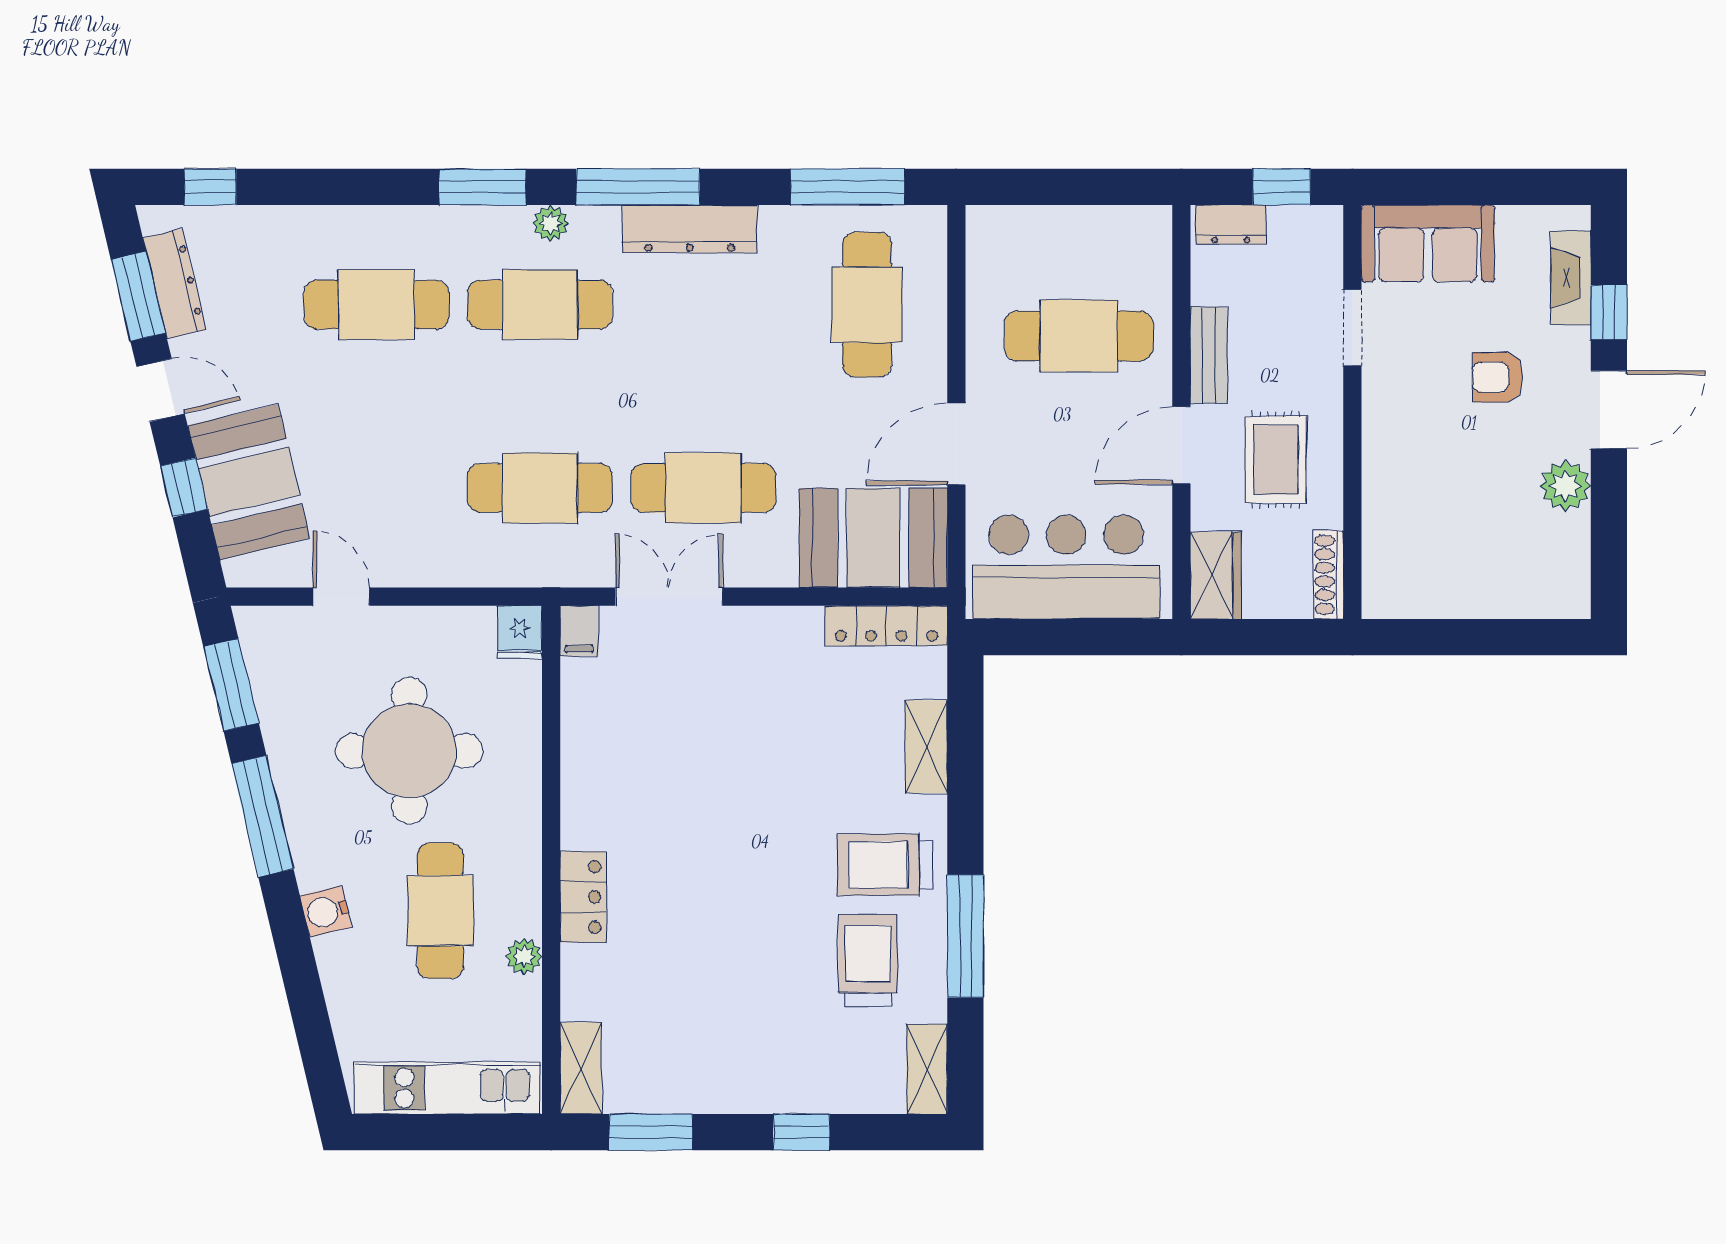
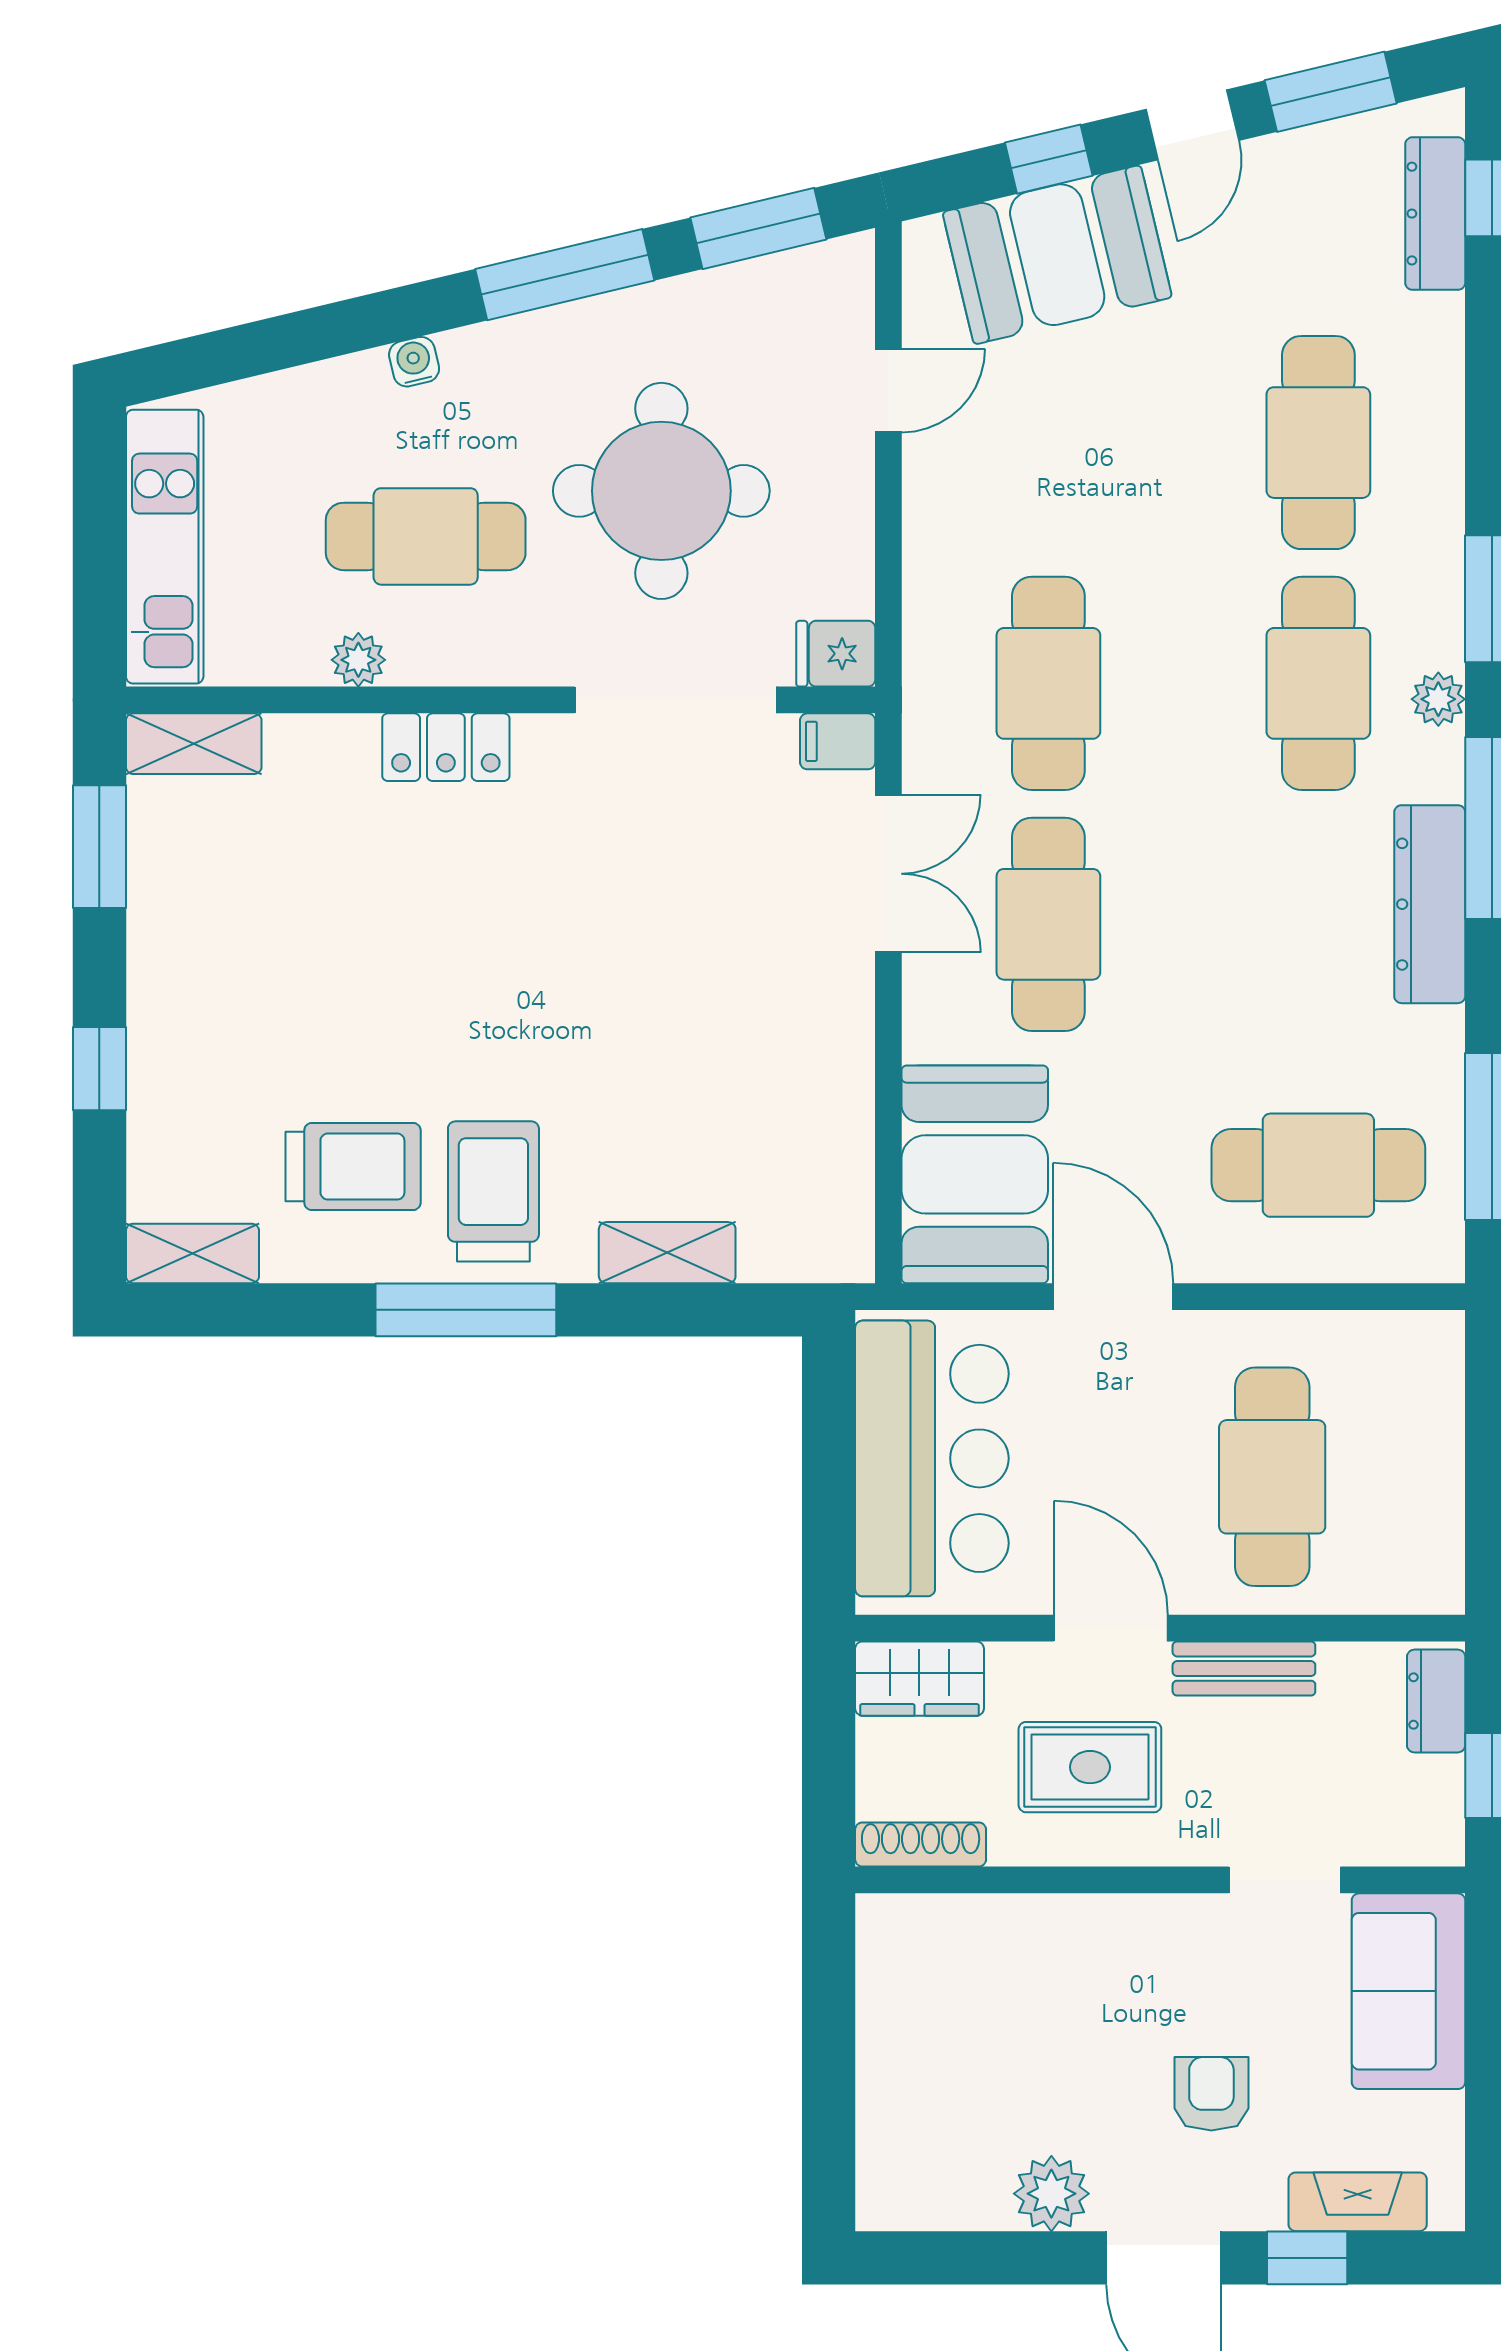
dresser: (175, 284) -> (1435, 214), moved, turned 103
locker: (886, 626) -> (845, 1194), removed
doorway: (551, 741) -> (676, 700), added
water cooler: (326, 911) -> (414, 362), width x0.72, depth x0.72
window: (965, 936) -> (466, 1310), moved

